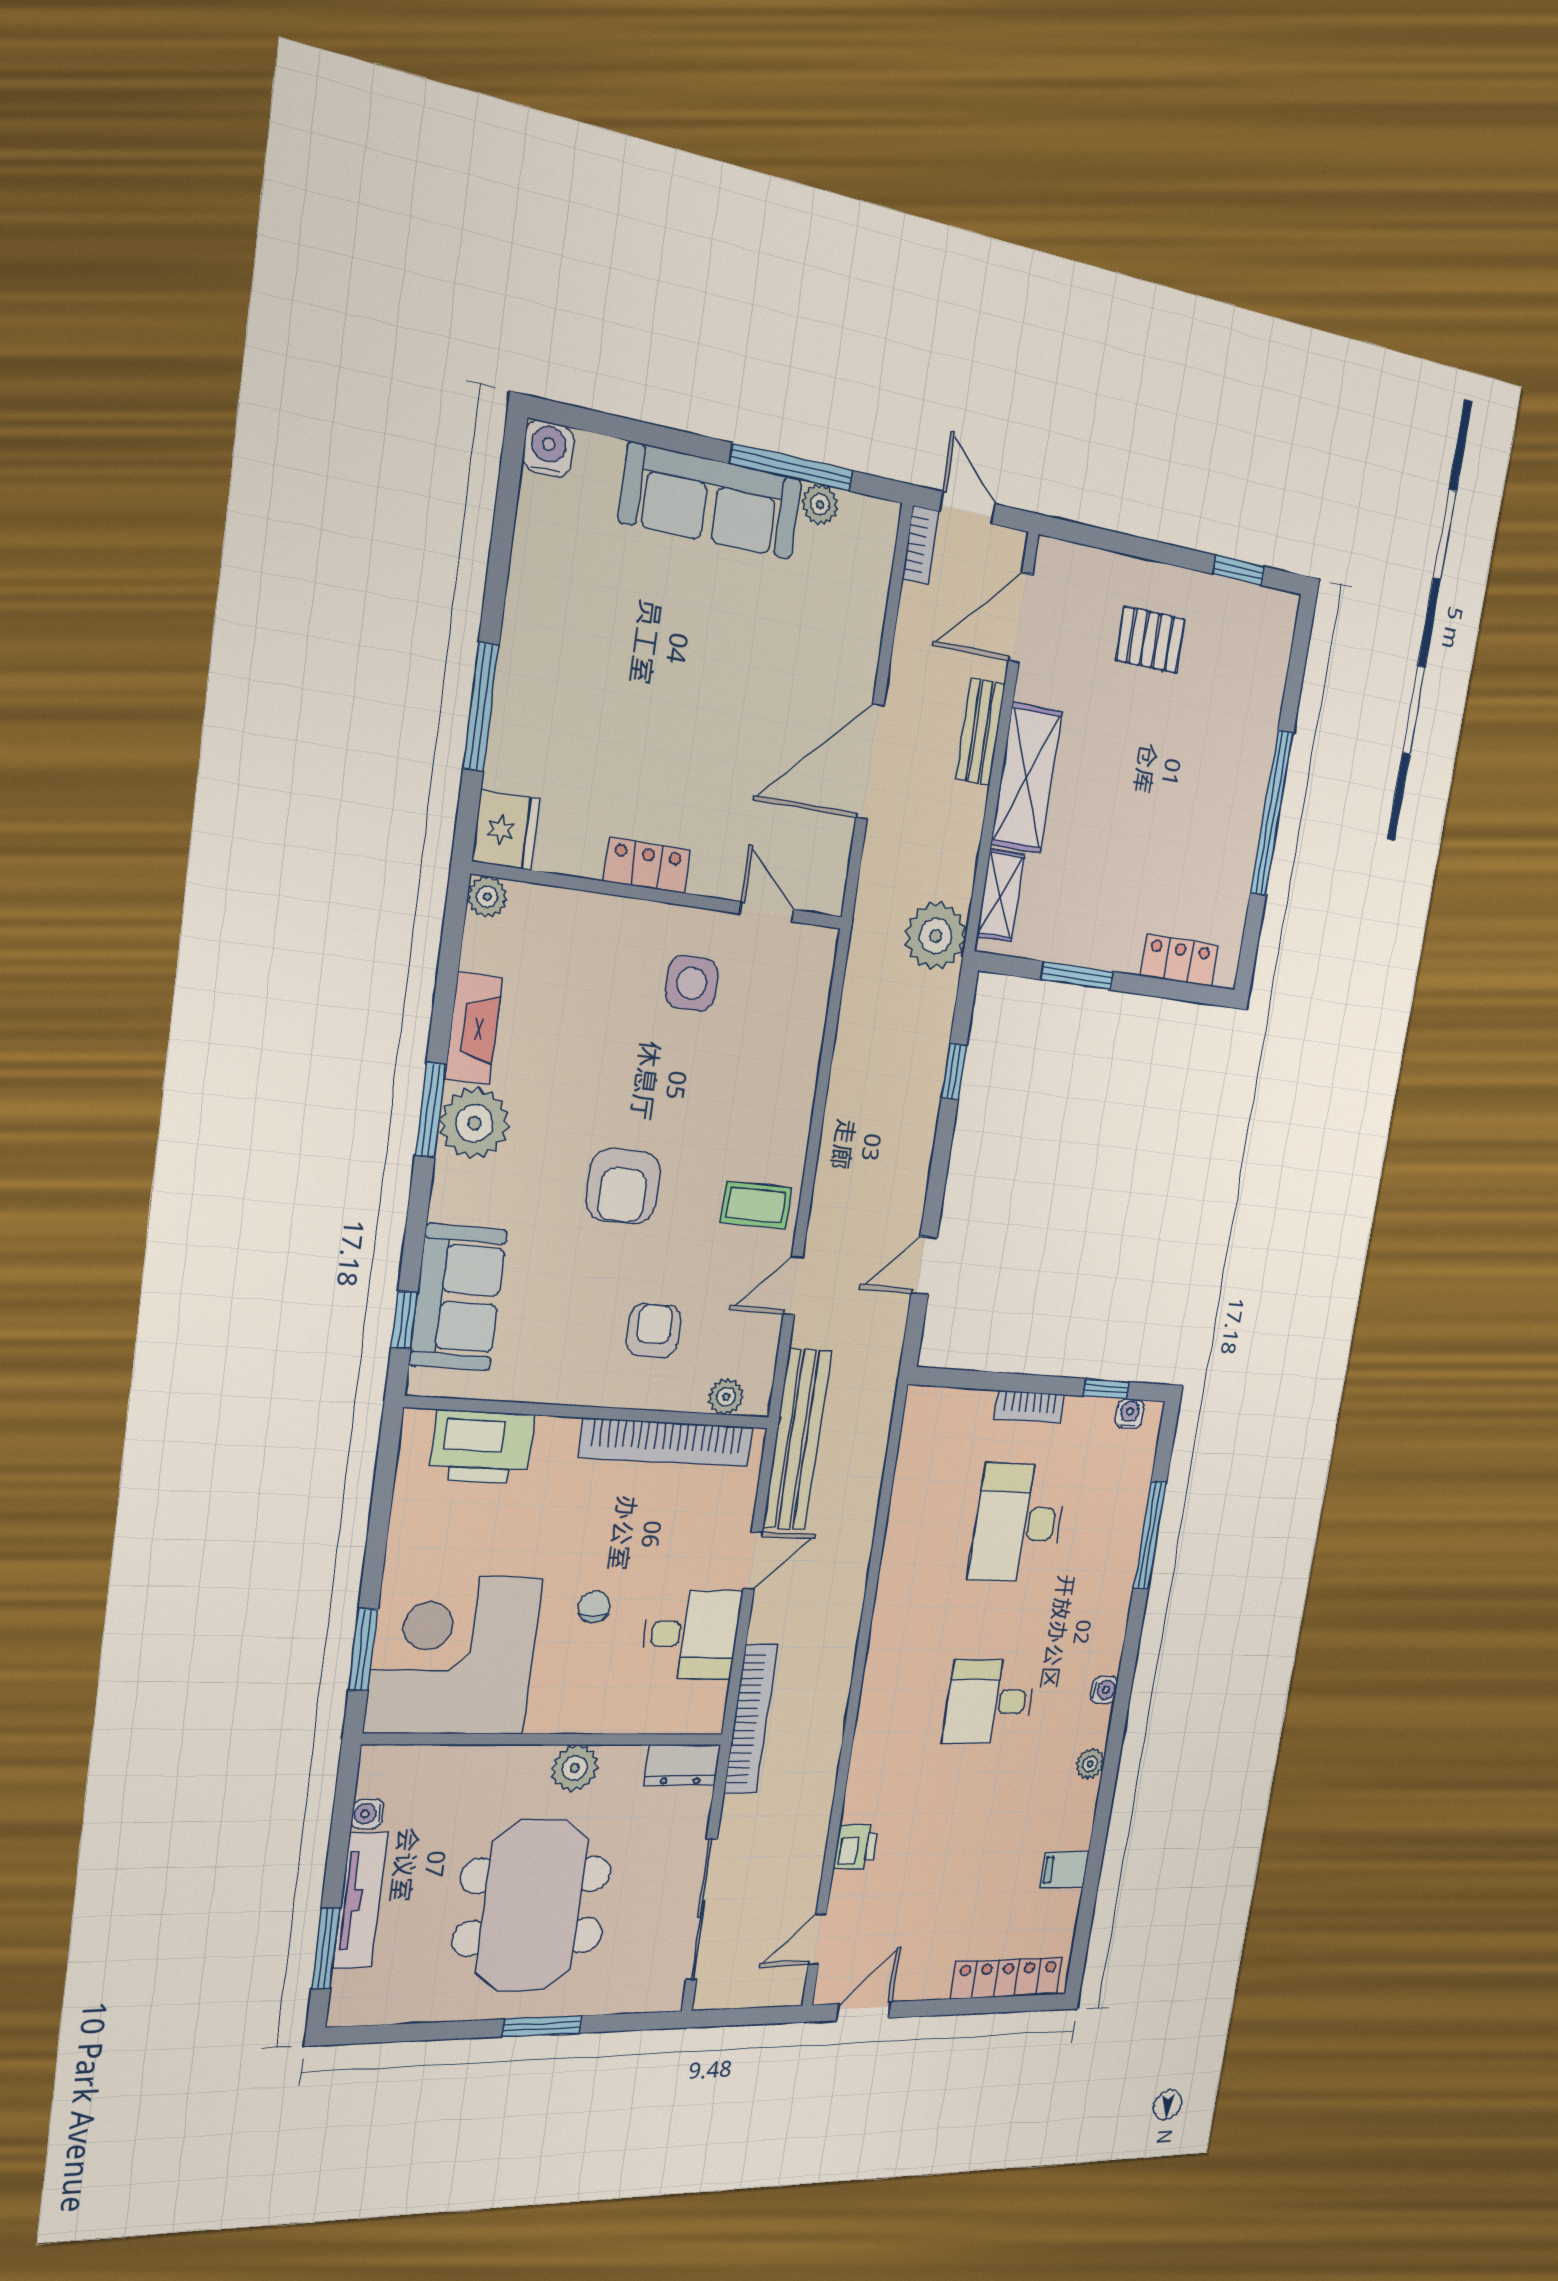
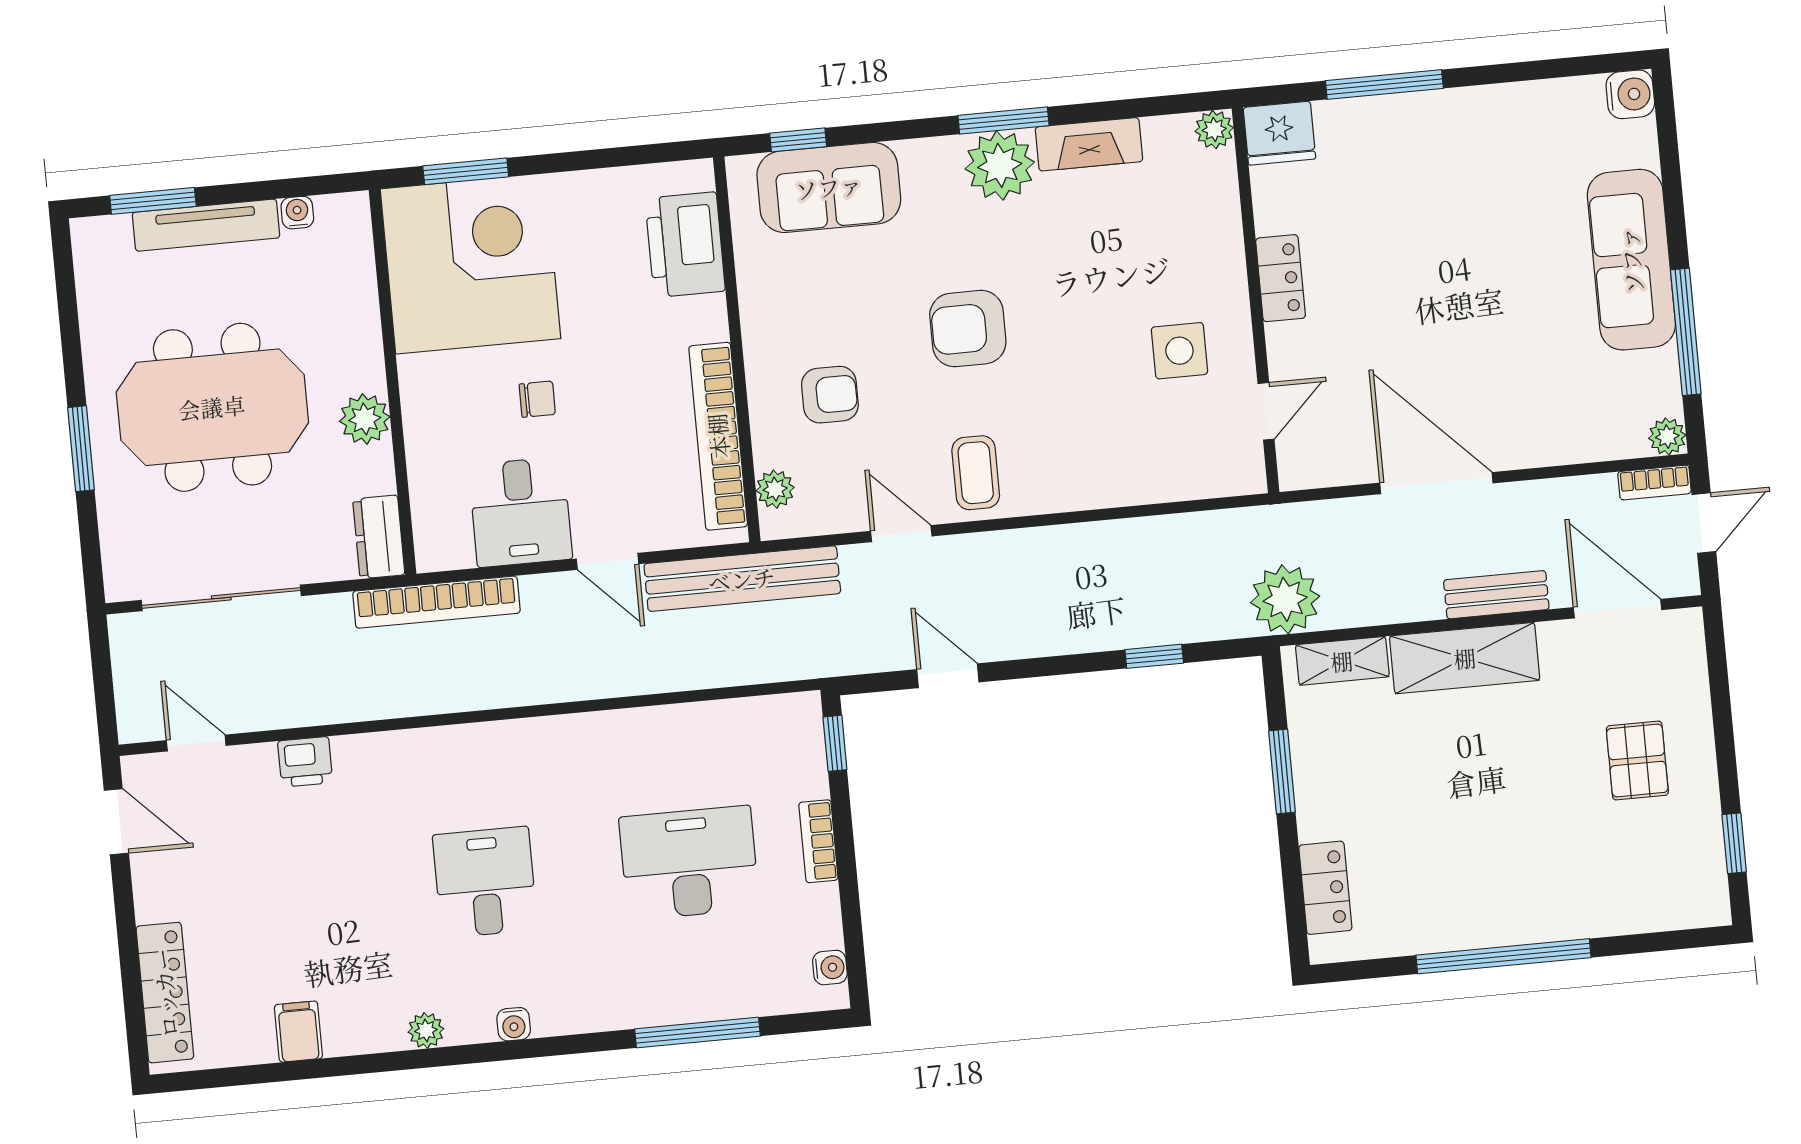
plant: (820, 504) -> (1667, 437), moved
window: (1106, 1389) -> (835, 743), moved

